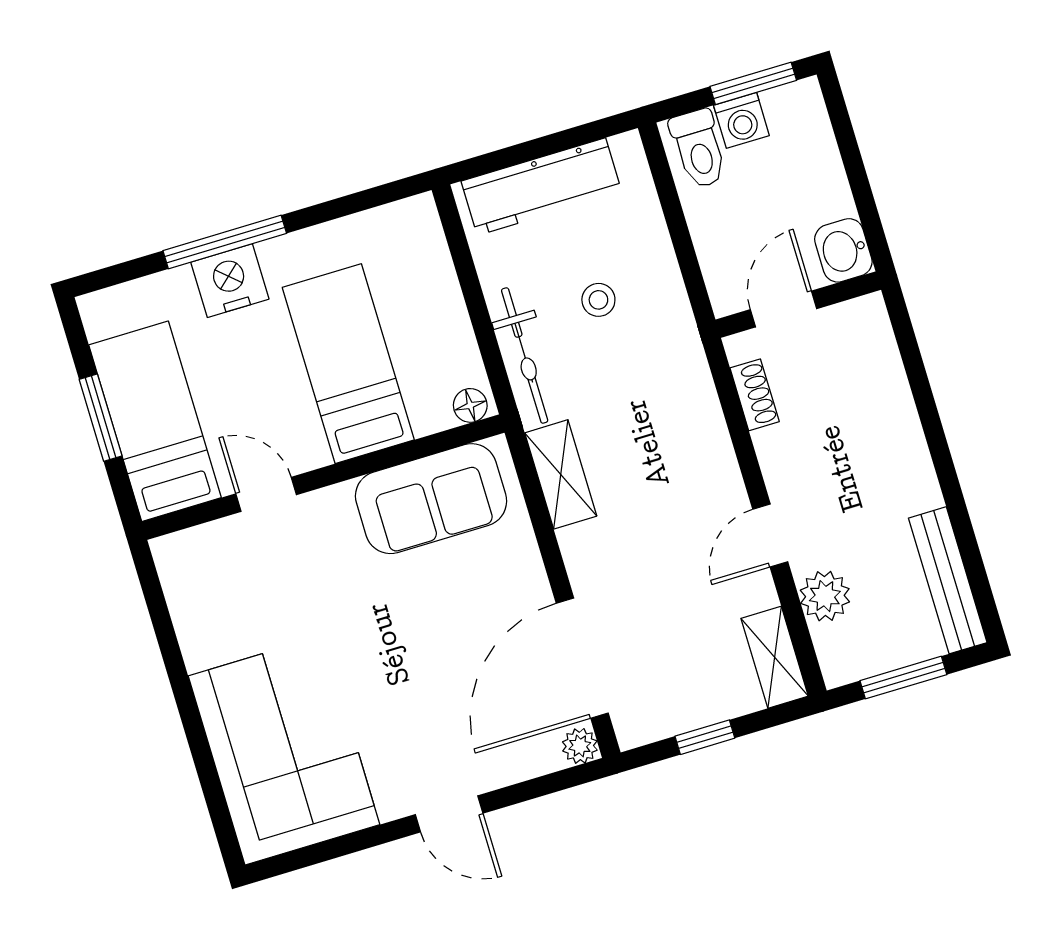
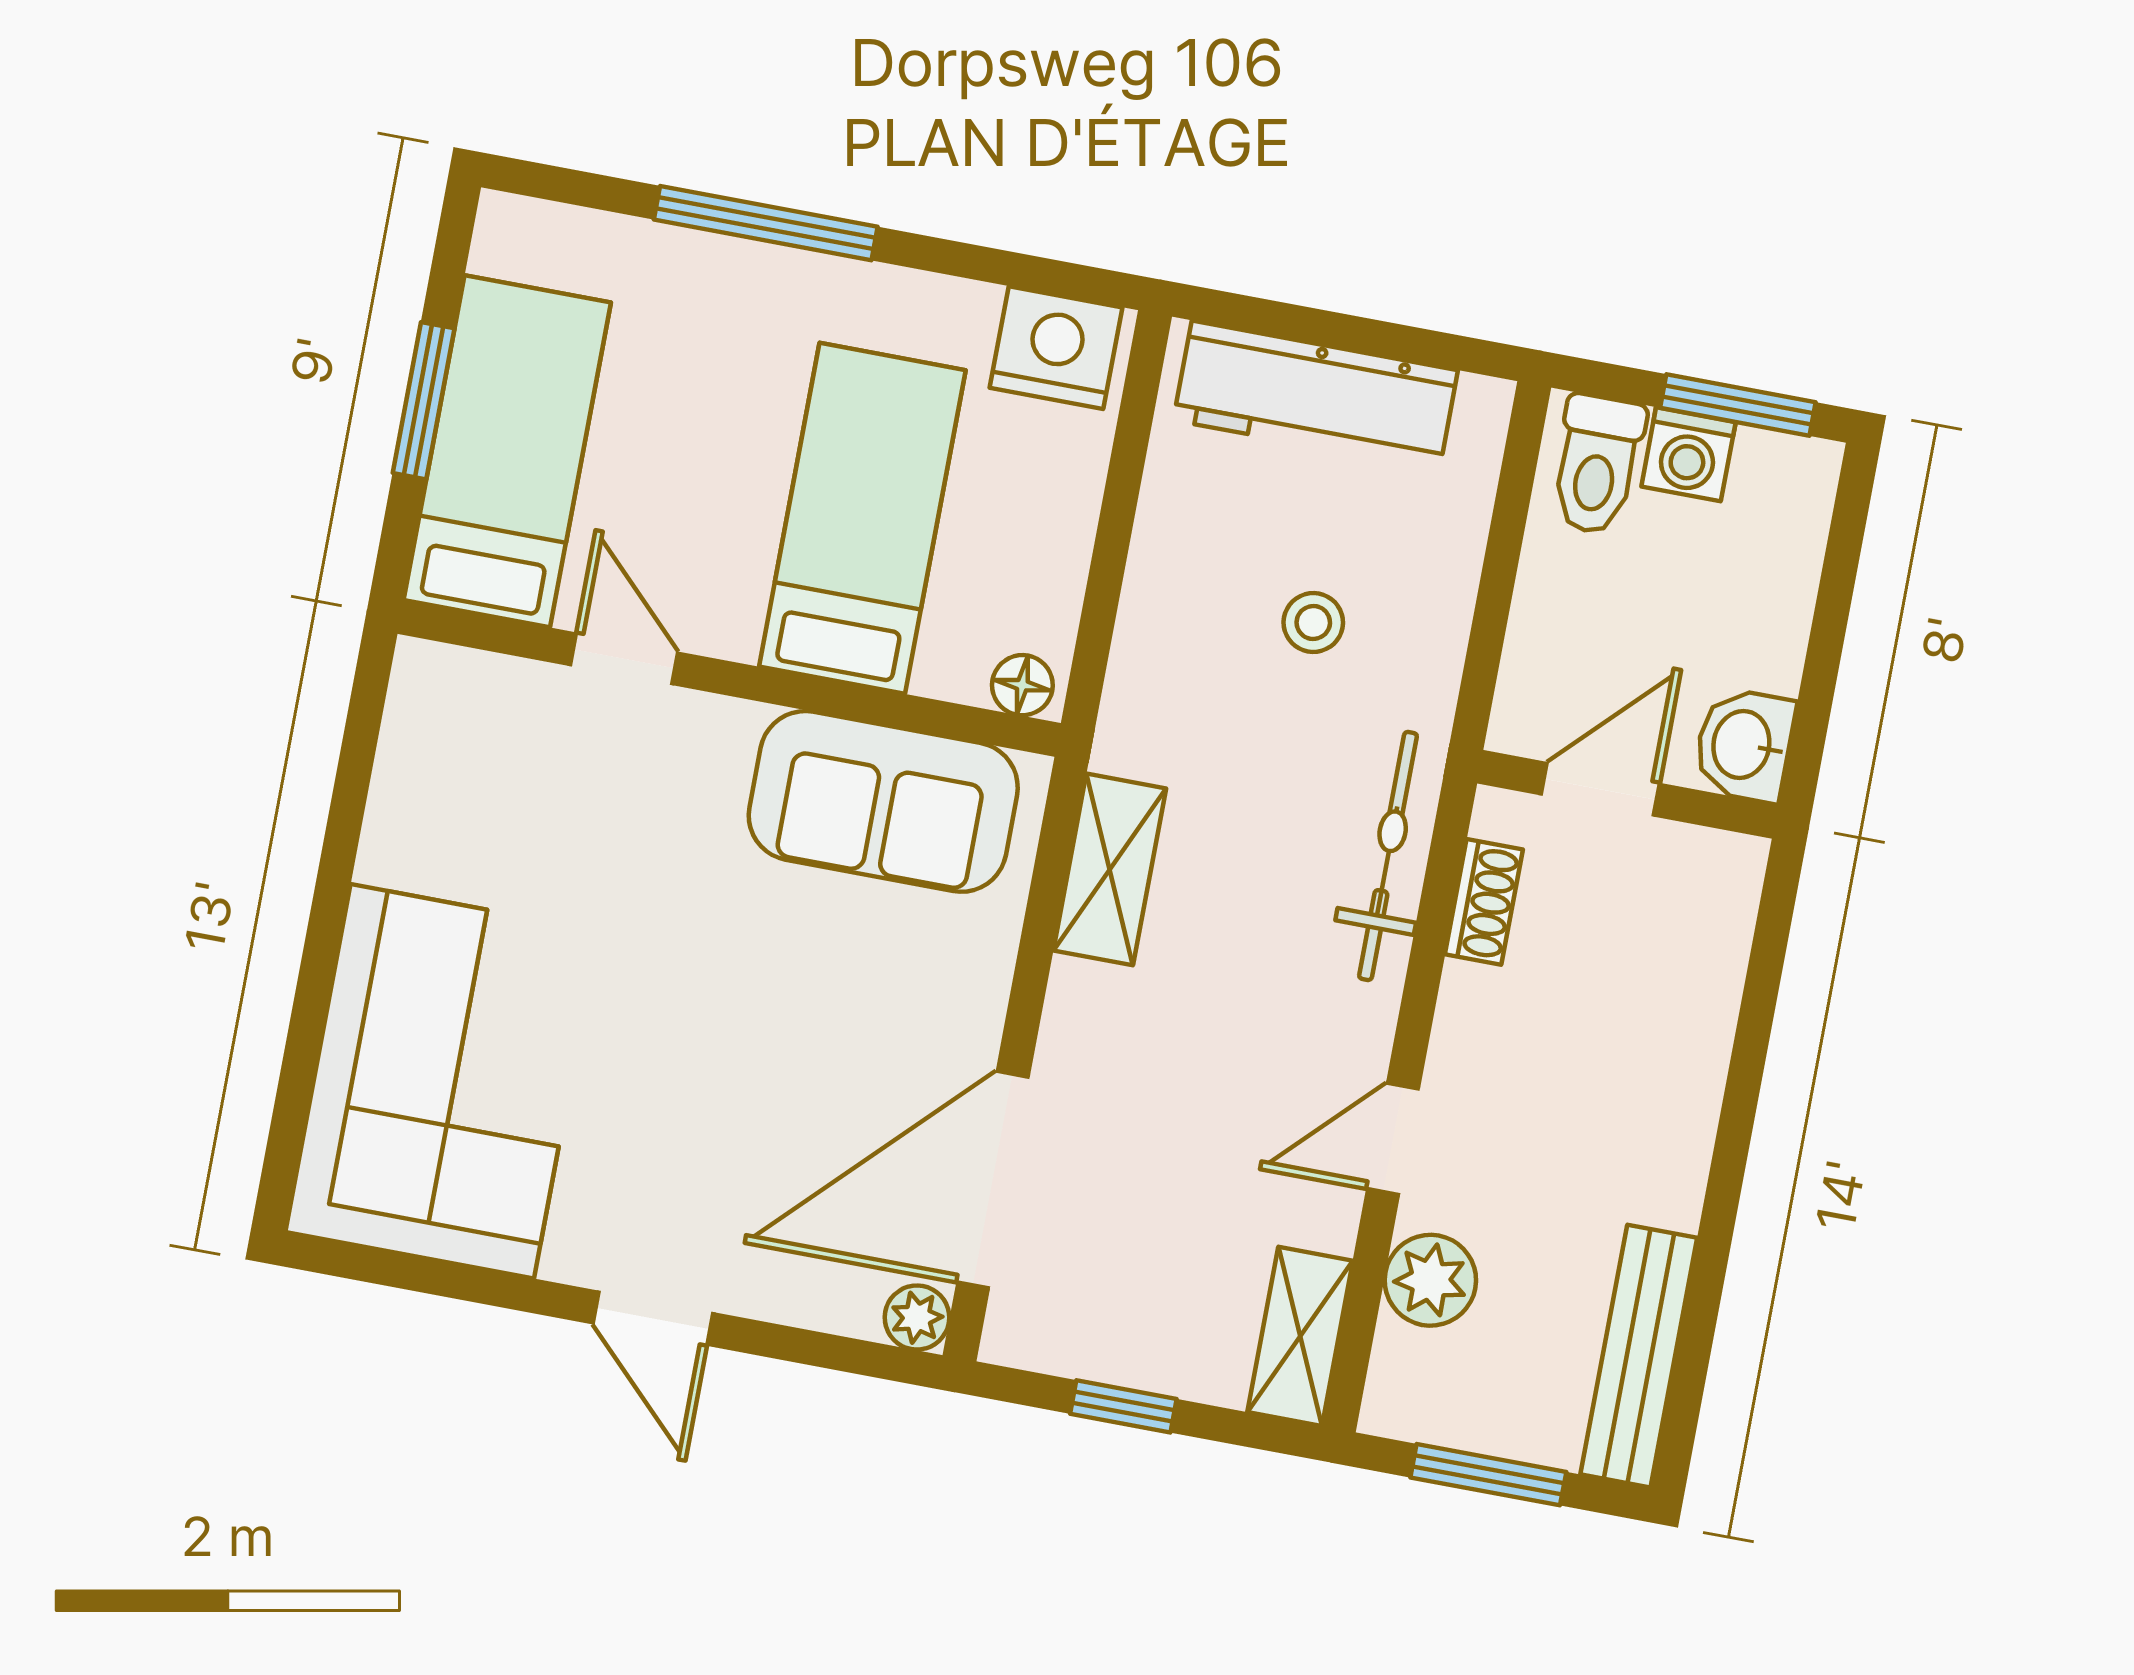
nightstand: (230, 281) -> (1056, 348), moved
bicycle: (525, 355) -> (1388, 856), moved, turned 180

